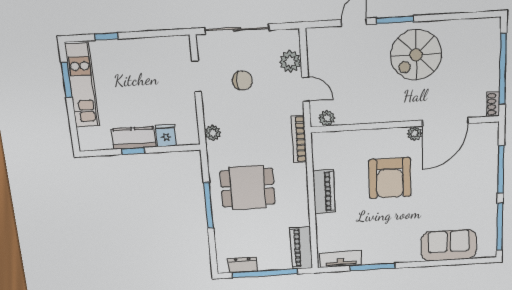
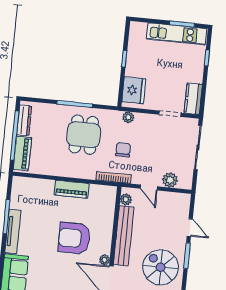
chair: (243, 80) -> (123, 150), moved, turned 180
door: (306, 89) -> (149, 188), hinge flipped
bench: (378, 113) -> (124, 236), added
fridge: (166, 136) -> (134, 90), width x1.88, depth x1.34
kitchen counter: (134, 138) -> (193, 99), moved, turned 180
piano: (301, 248) -> (22, 153), moved, turned 90
tv unit: (341, 259) -> (13, 231), moved, width x1.41
dresser: (243, 265) -> (24, 120), width x1.44

